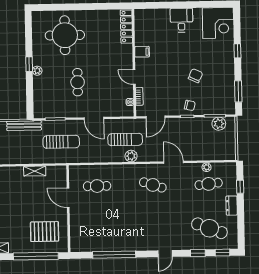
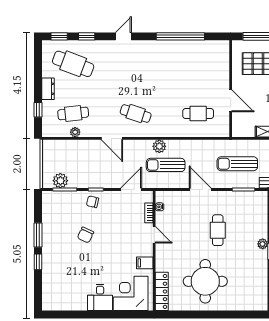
corner desk: (218, 23) -> (131, 293), moved
round table: (65, 35) -> (205, 281), moved
window: (238, 91) -> (38, 235), moved

